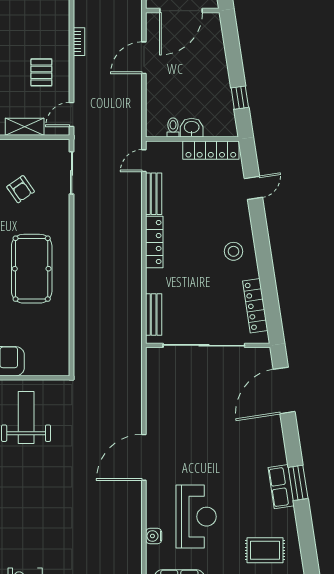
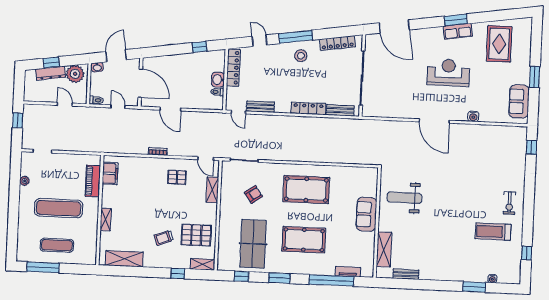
locker: (154, 242) -> (308, 108), moved
window: (262, 242) -> (296, 37), added
reception desk: (196, 517) -> (448, 73), moved
water cooler: (154, 536) -> (473, 116), moved
rug: (265, 550) -> (499, 44), width x1.36, depth x1.43

